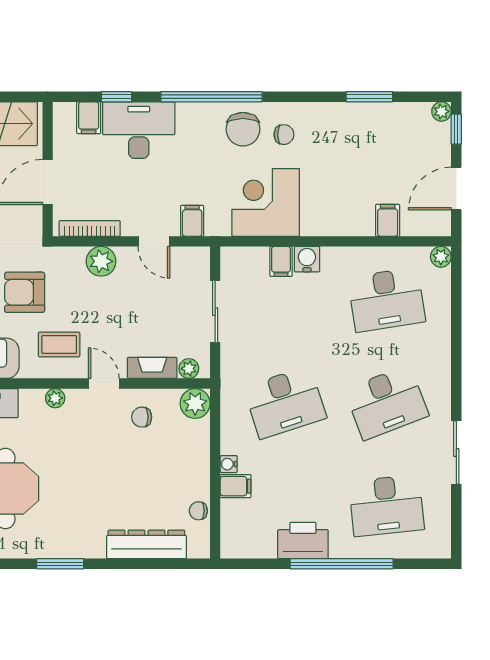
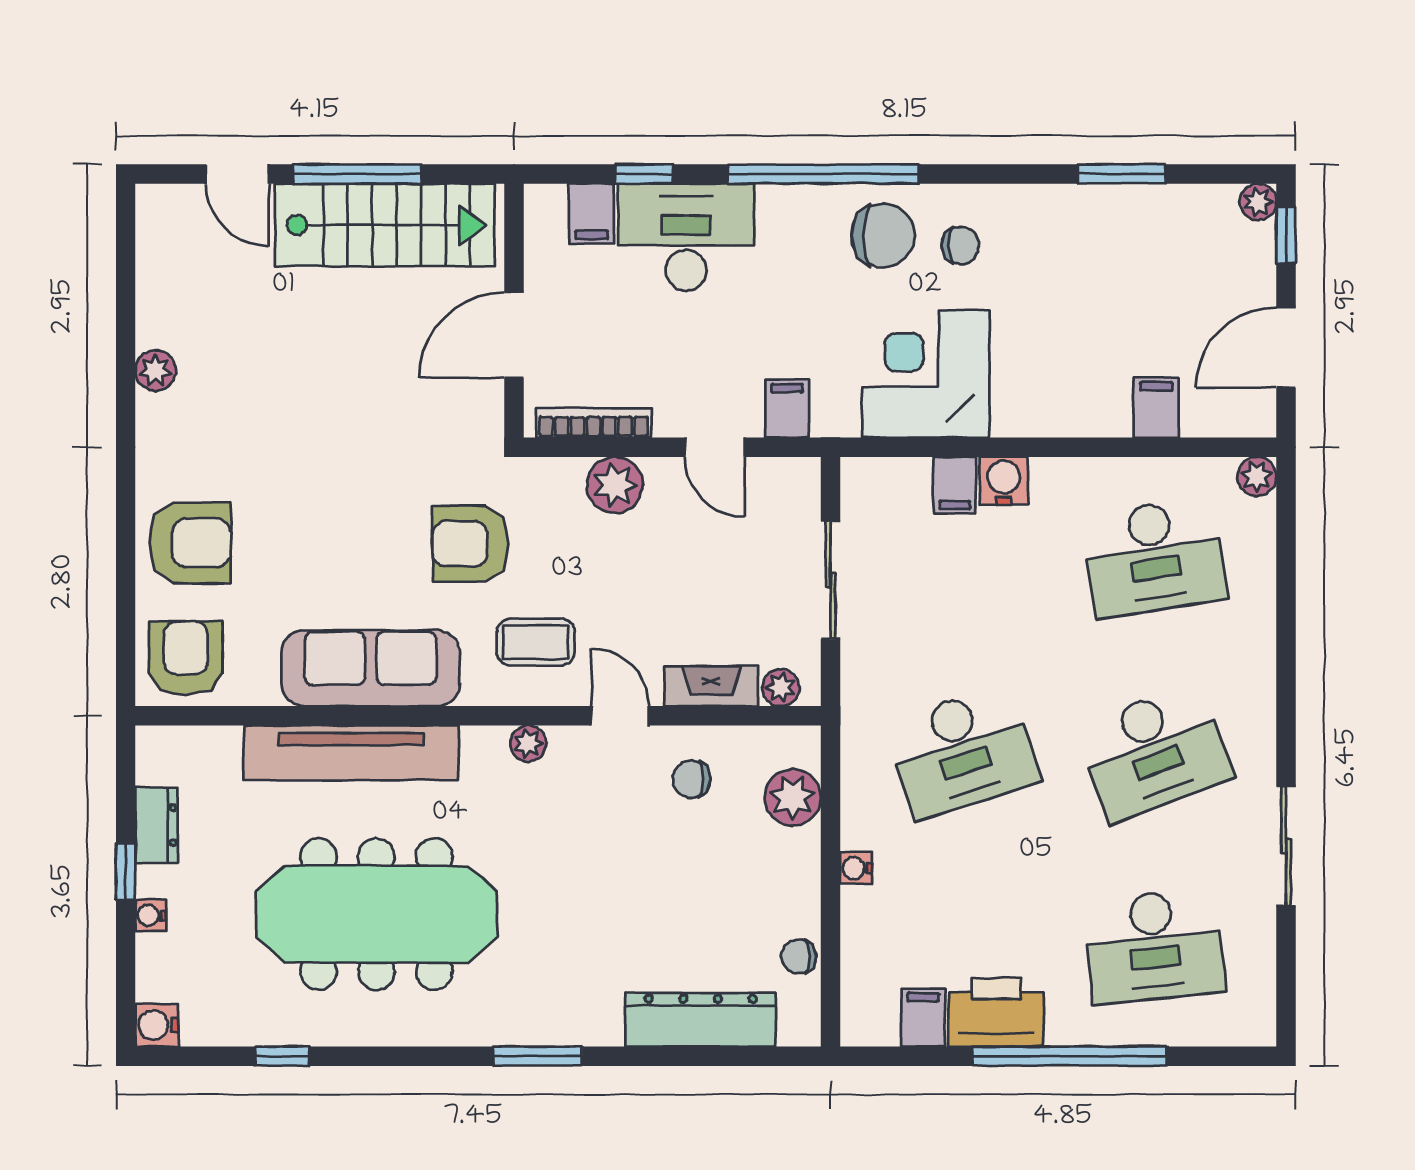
chair: (243, 129) -> (883, 235), turned -90
plant: (195, 404) -> (793, 797), moved
filing cabinet: (236, 486) -> (923, 1018), moved, turned -90

